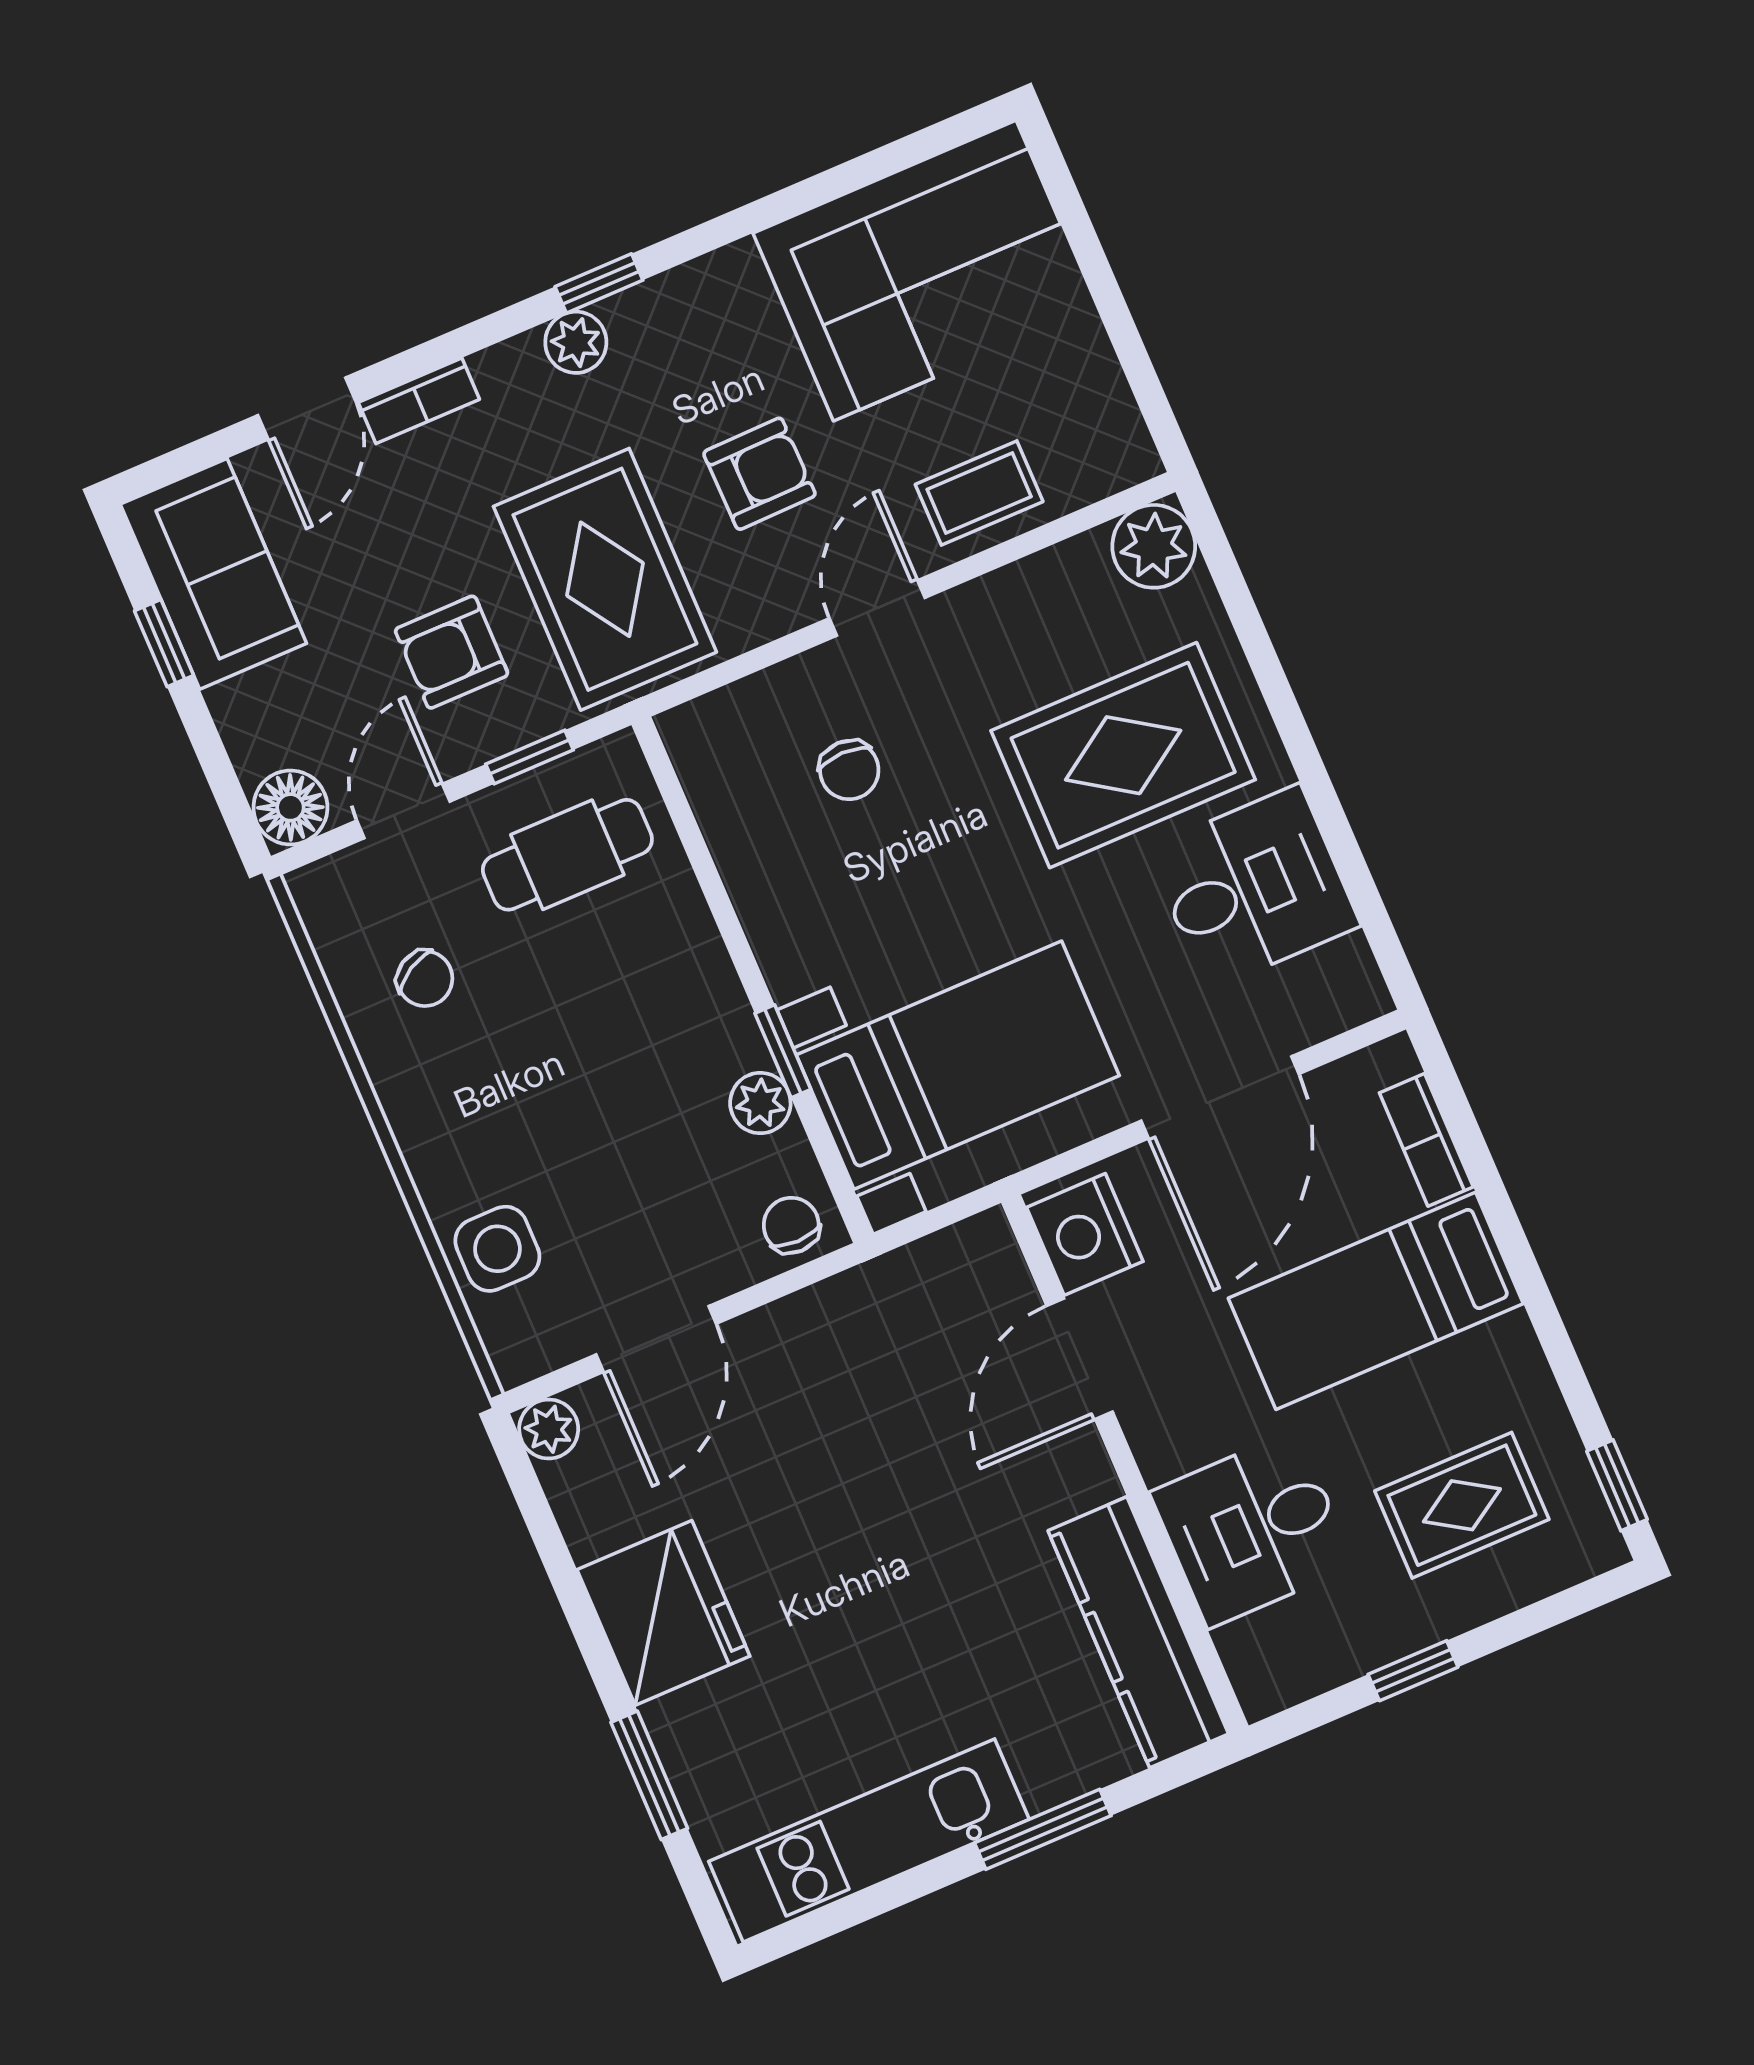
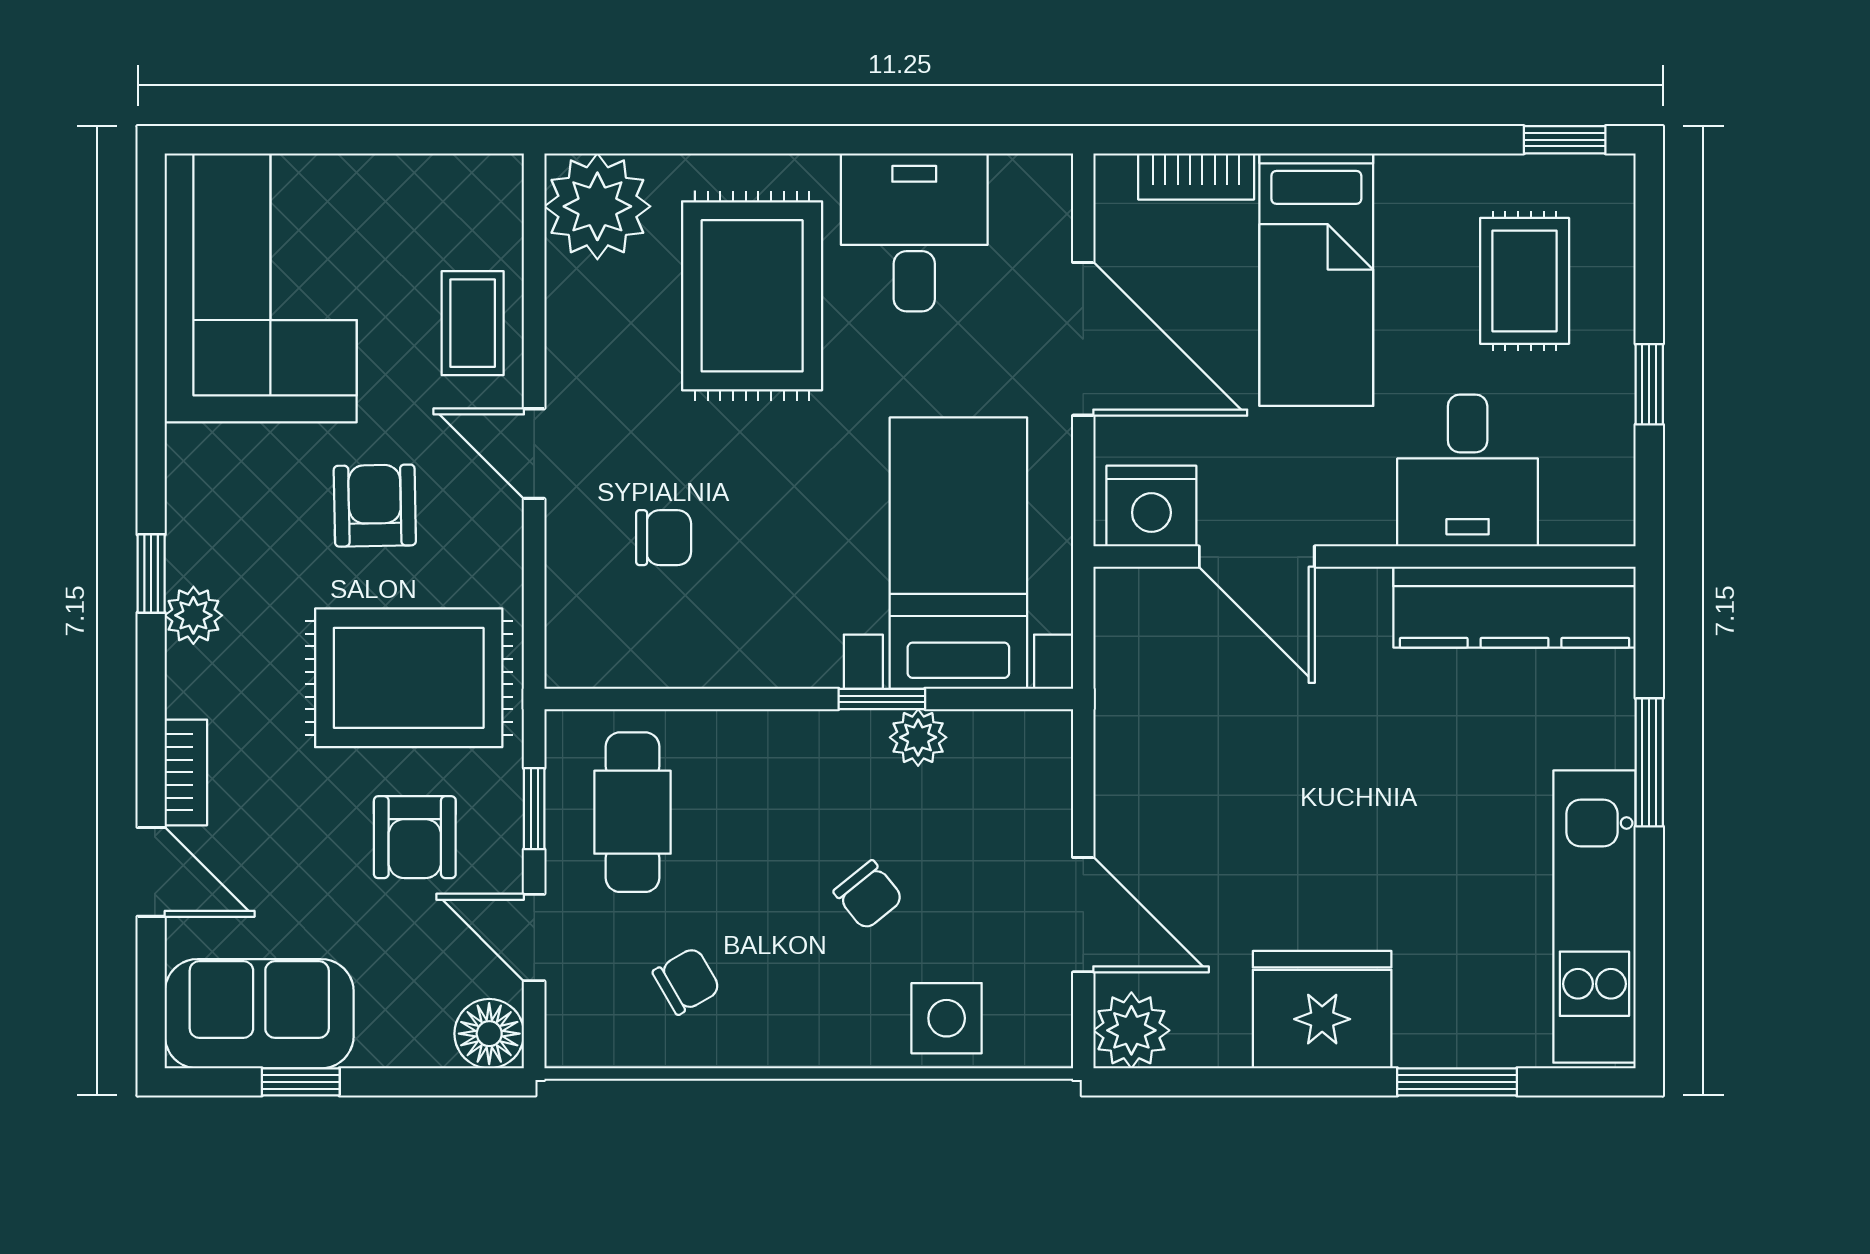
plant: (1154, 546) -> (597, 206), width x1.36, depth x1.36
chair: (791, 1225) -> (868, 895), moved, turned -129
plant: (549, 1429) -> (1131, 1030), width x1.38, depth x1.38

